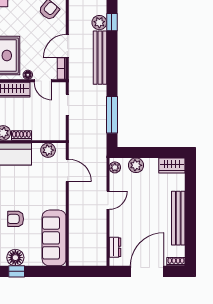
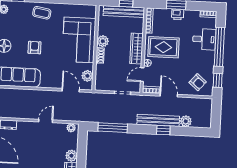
window: (112, 22) -> (163, 130), moved
plant: (136, 165) -> (71, 156), moved
door: (67, 170) -> (71, 90), swing flipped
door: (108, 200) -> (46, 121), swing flipped

